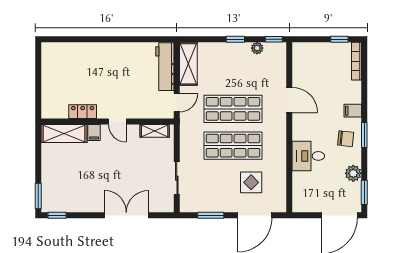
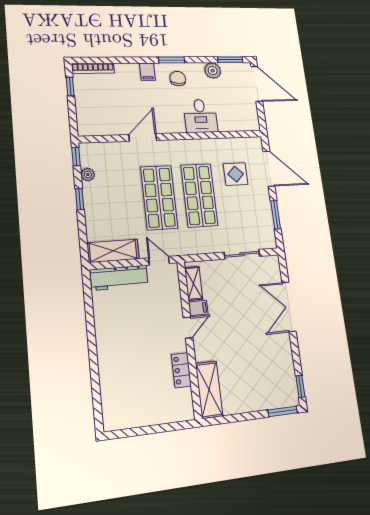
filing cabinet: (94, 132) -> (198, 308), moved

